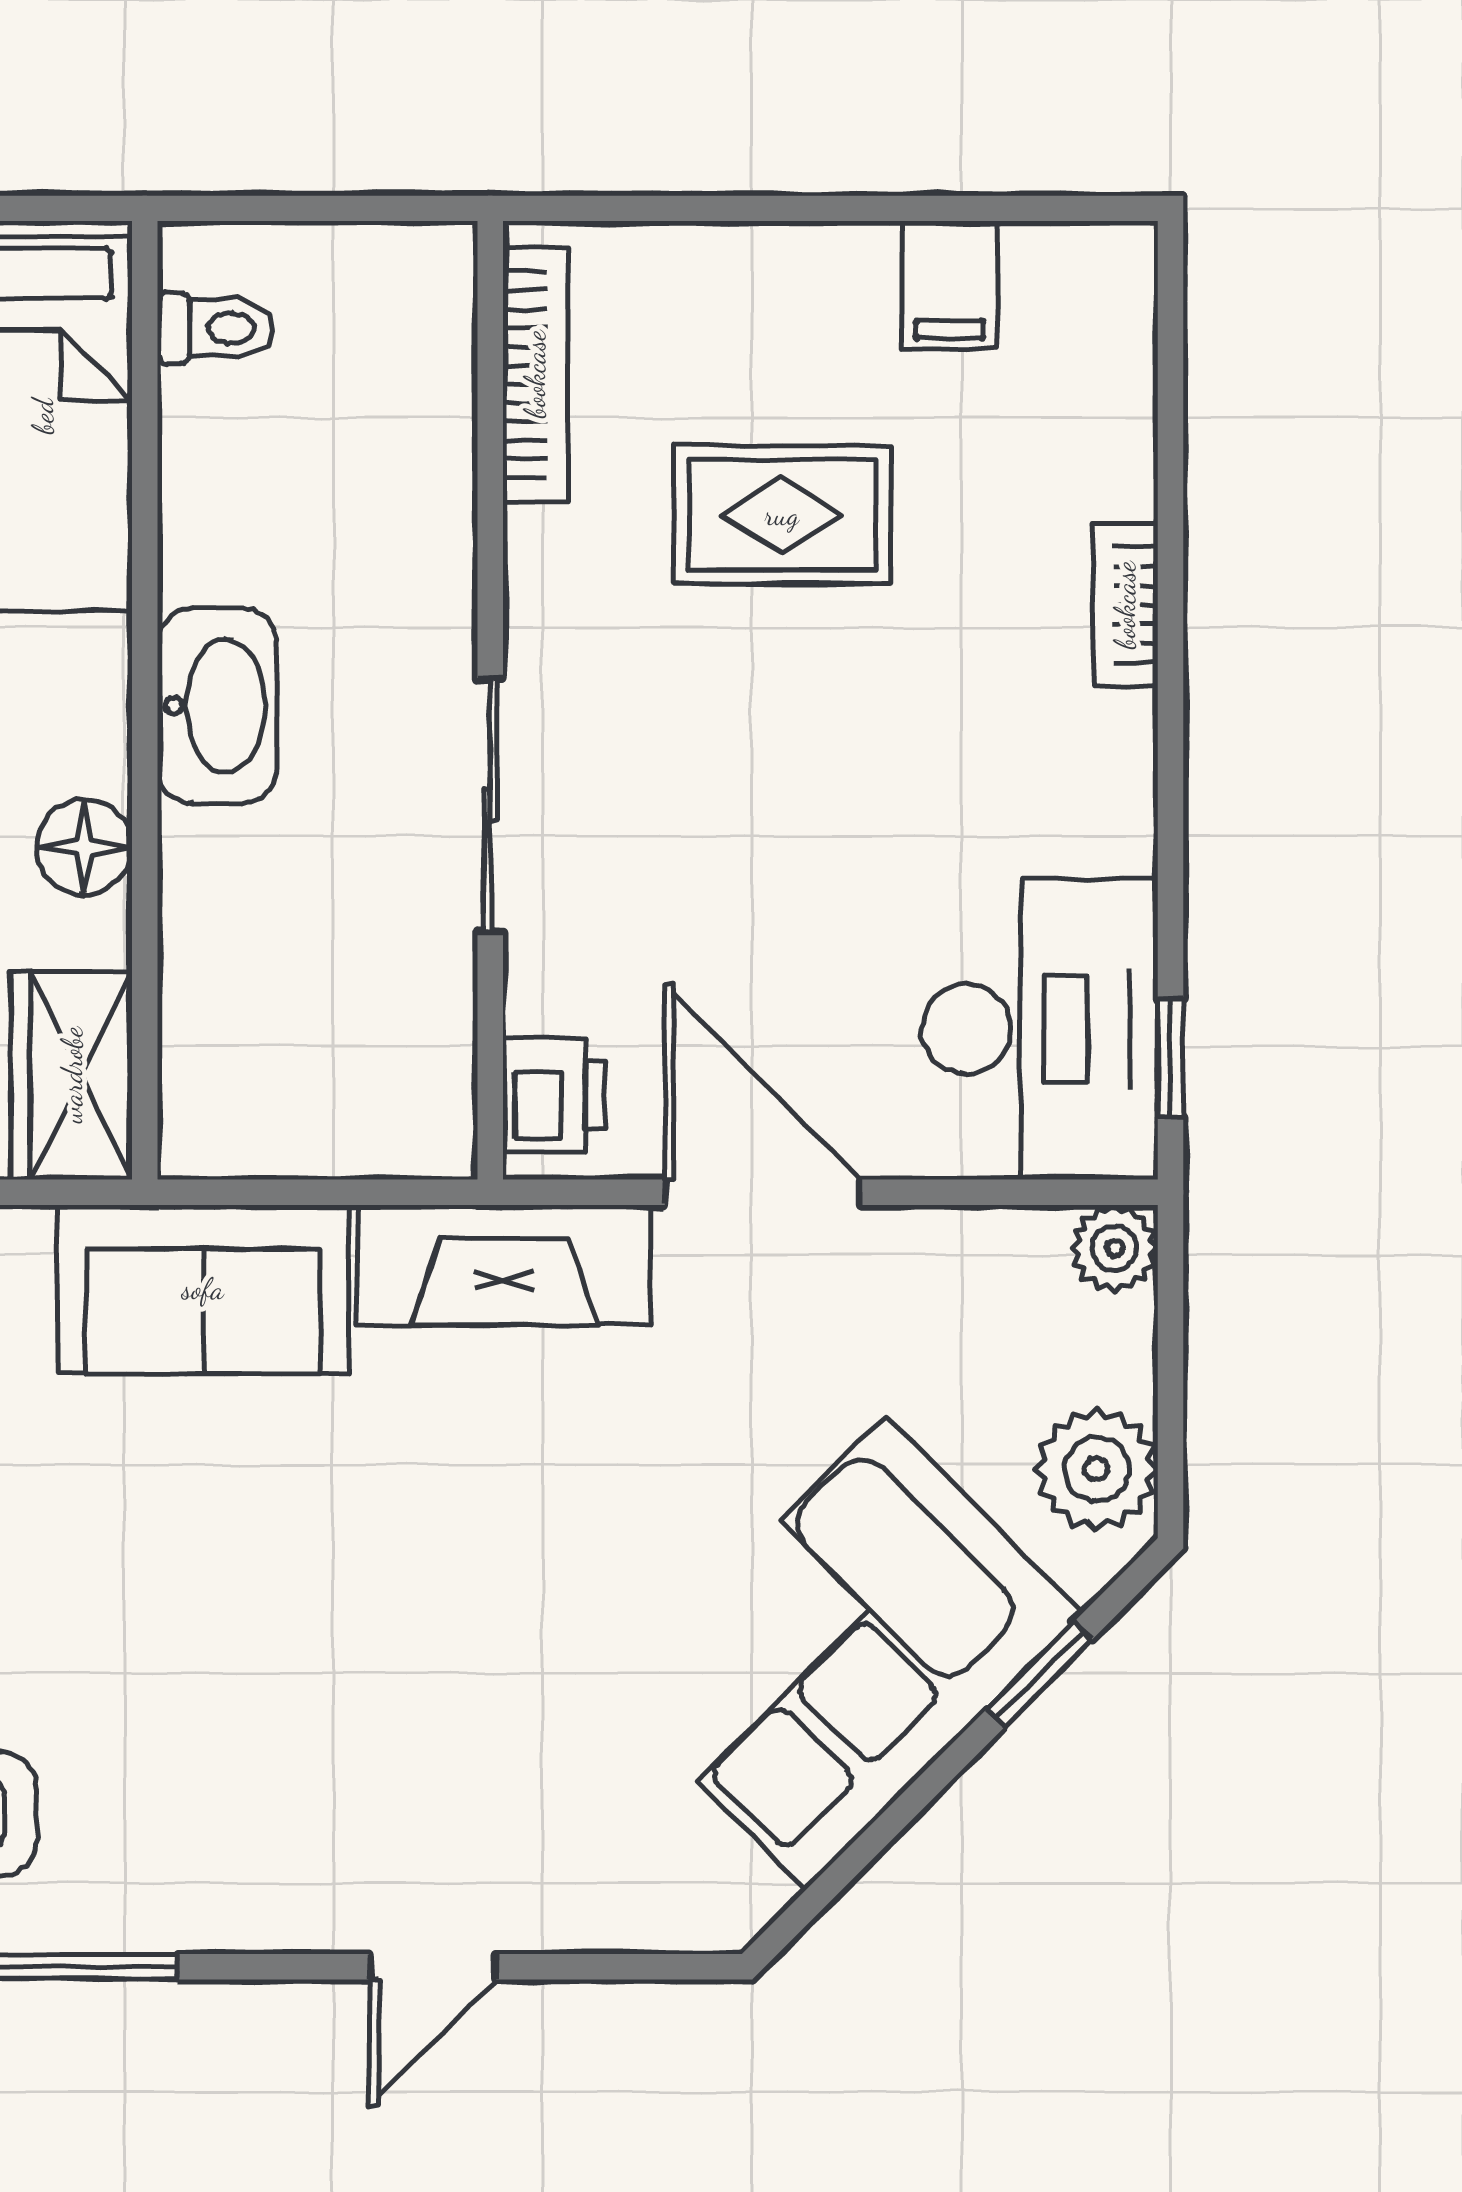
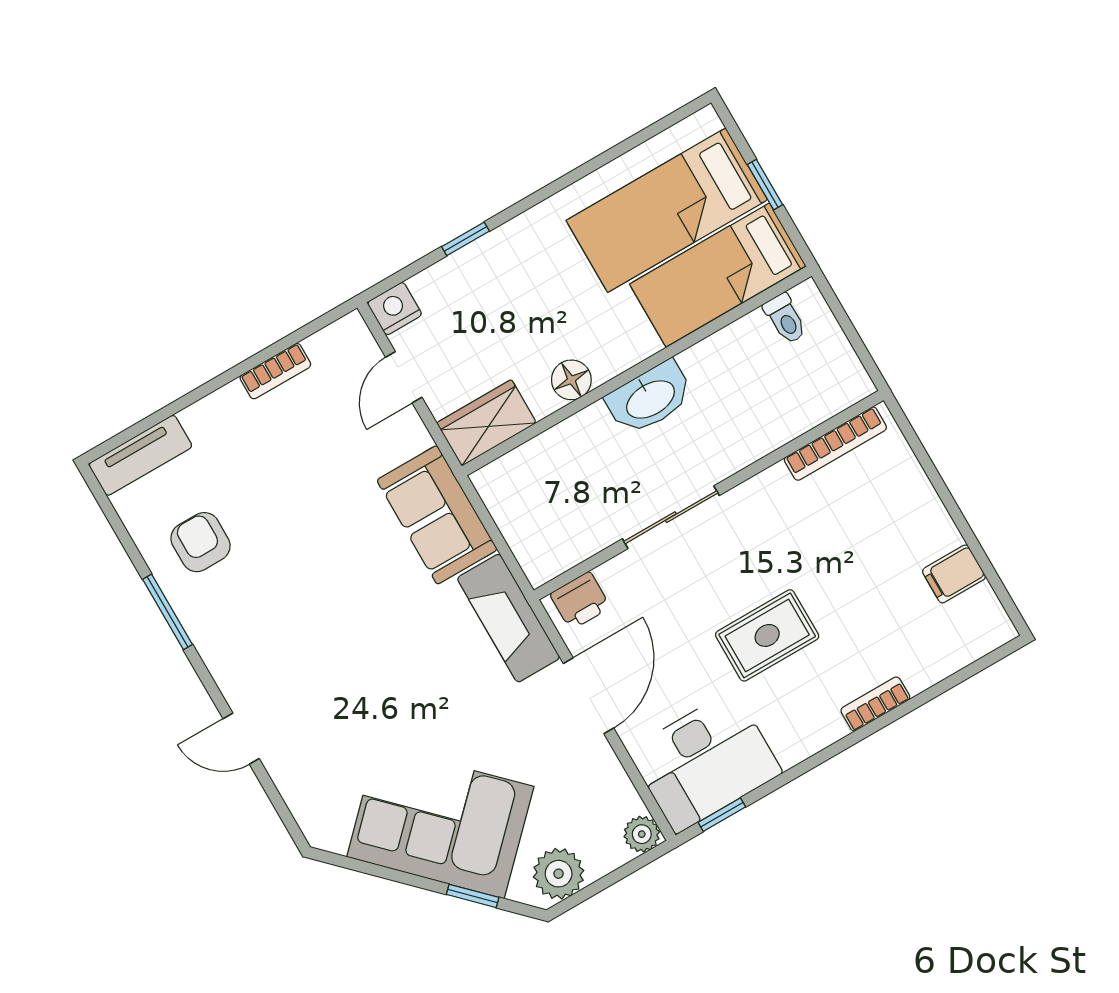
rug: (782, 515) -> (767, 635), moved, turned 90

